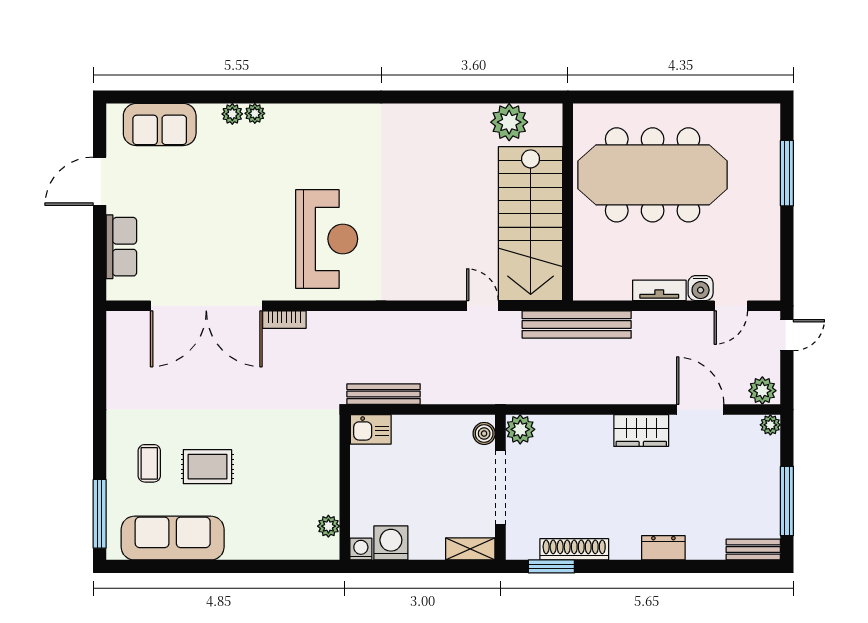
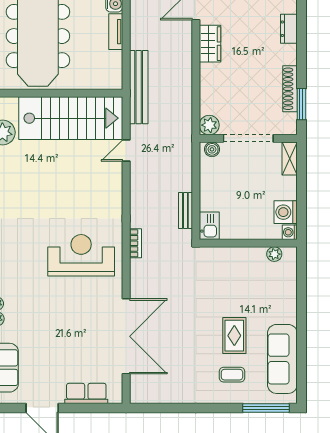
bookcase: (284, 320) -> (135, 243), moved
bench: (384, 394) -> (185, 210), width x0.73

